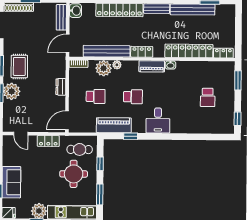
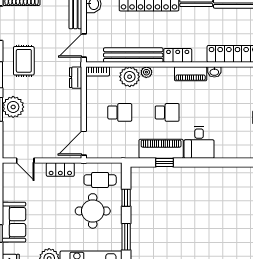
rug: (19, 66) -> (24, 61), moved
dresser: (61, 87) -> (76, 78), moved
piano: (114, 125) -> (161, 149), moved

